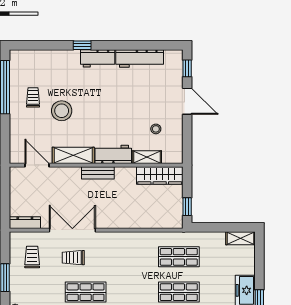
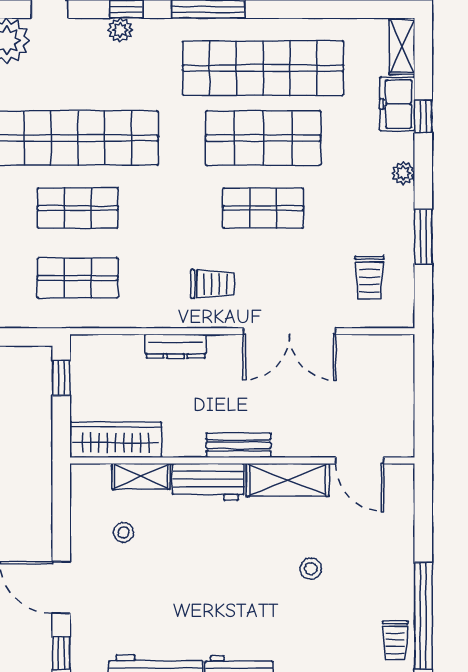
trolley: (33, 97) -> (395, 640), moved
stool: (62, 111) -> (311, 569), width x0.53, depth x0.53
dresser: (25, 223) -> (176, 346), moved
trolley: (73, 258) -> (213, 284), moved

